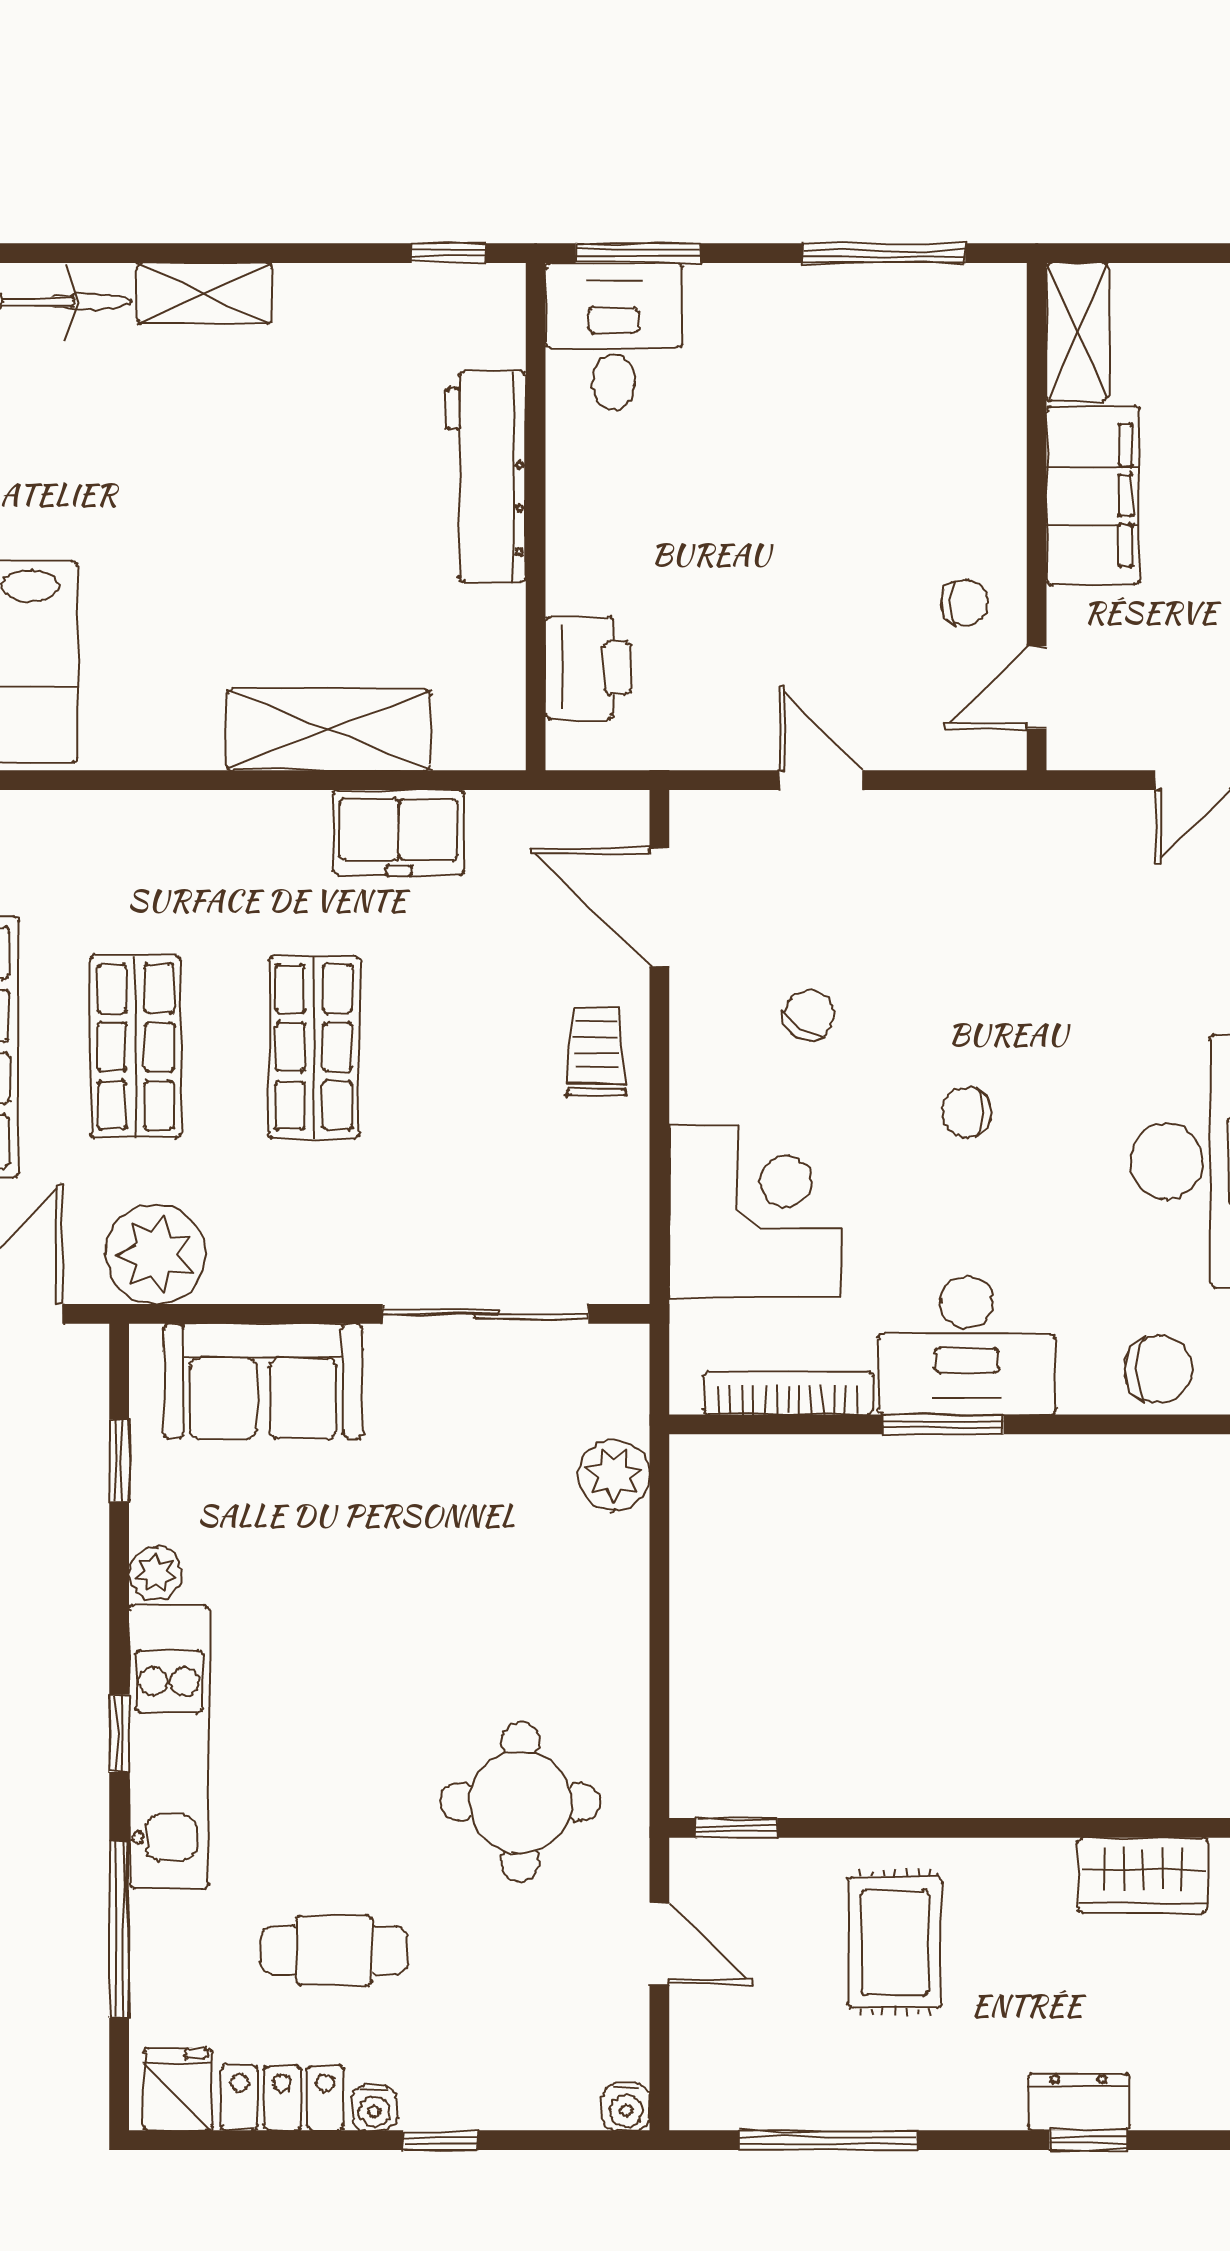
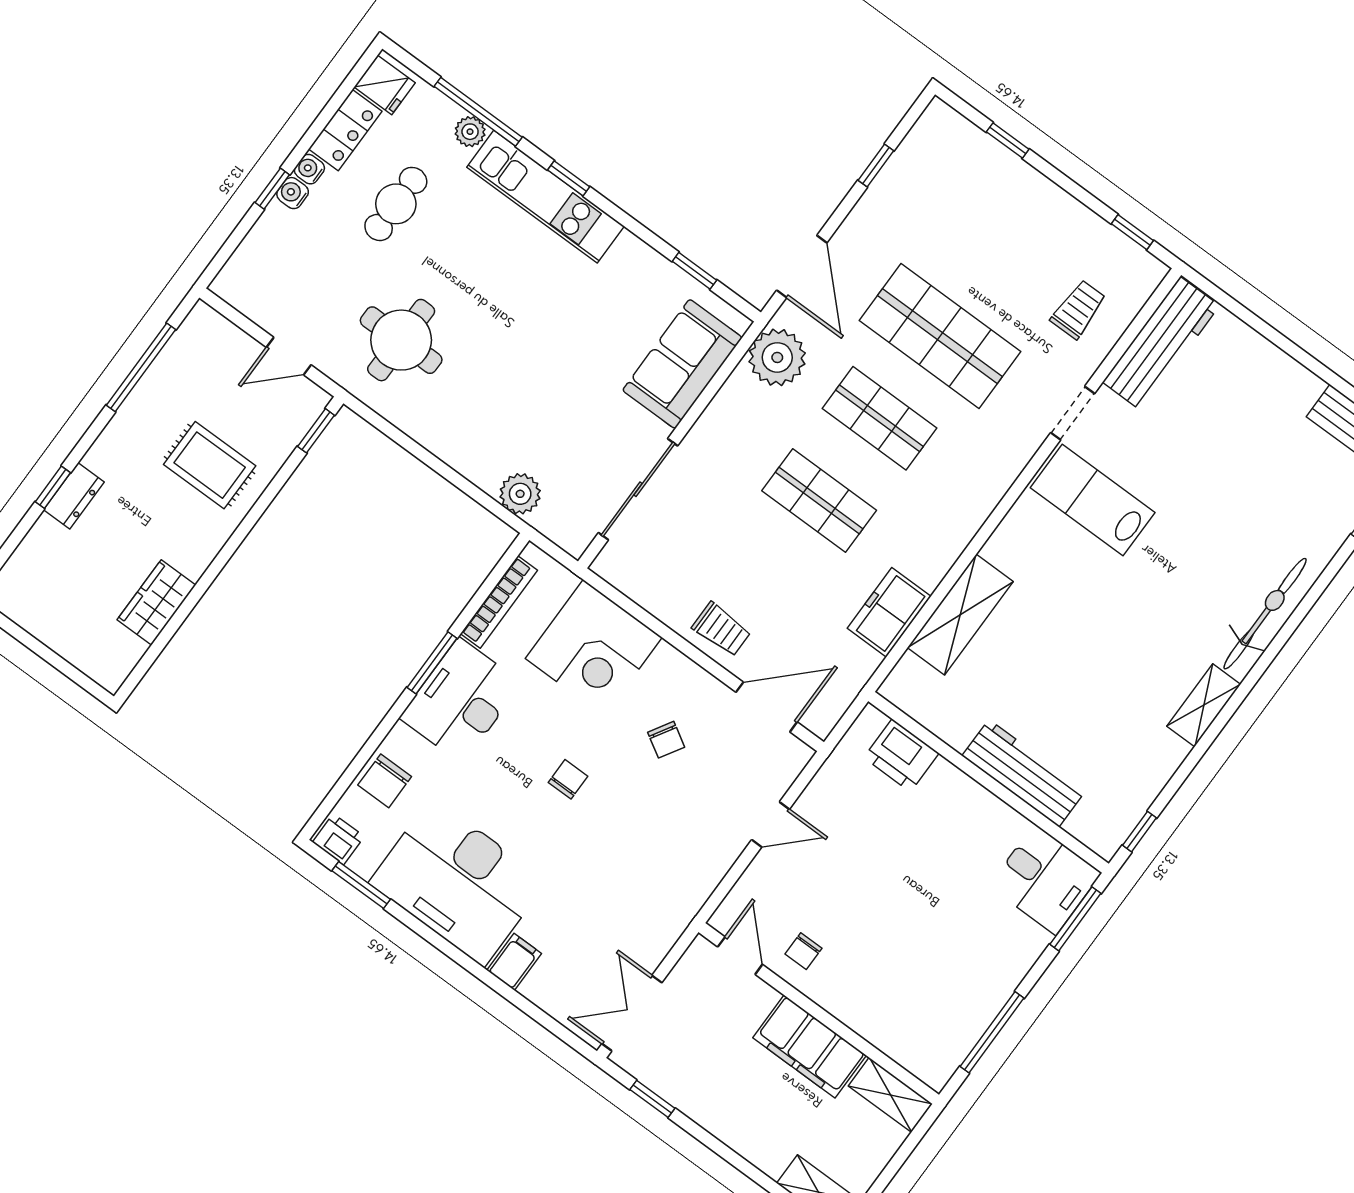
plant: (155, 1573) -> (470, 132), moved
water cooler: (626, 2107) -> (293, 193), moved

